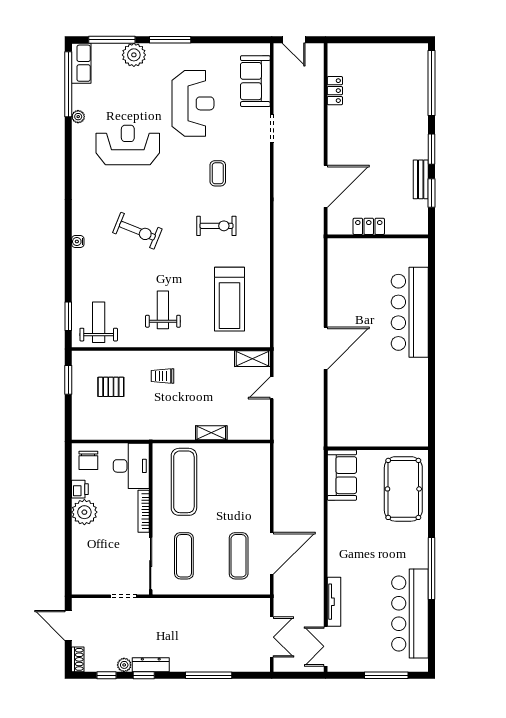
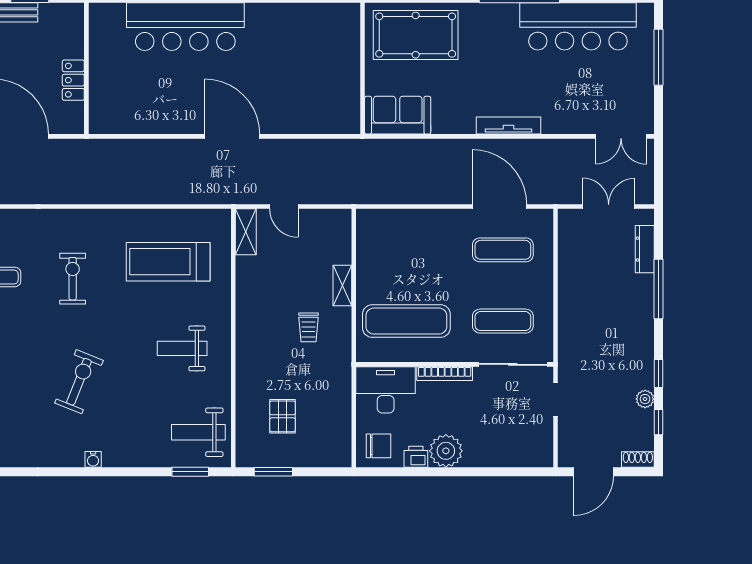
treadmill: (230, 299) -> (168, 262), turned 180
trolley: (163, 376) -> (308, 327), moved
tv unit: (334, 602) -> (508, 125), moved
dresser: (151, 665) -> (645, 249), moved

